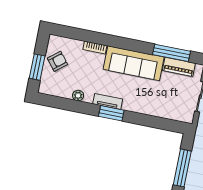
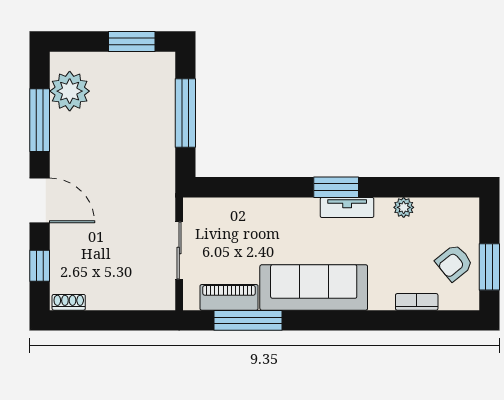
bookcase: (95, 48) -> (417, 302), moved
window: (37, 67) -> (489, 267), moved

